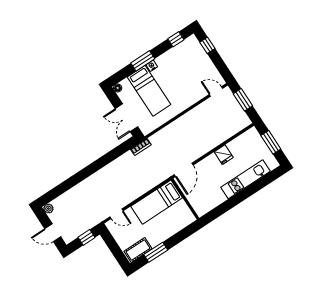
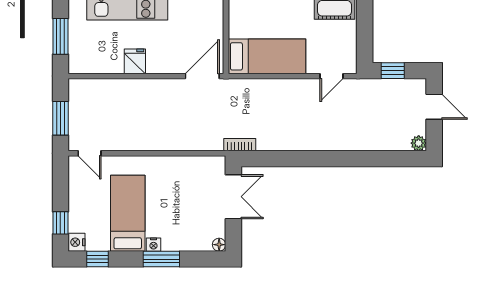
nightstand: (192, 41) -> (77, 242), added
bed: (149, 91) -> (128, 213), moved
door: (116, 214) -> (332, 76), swing flipped

